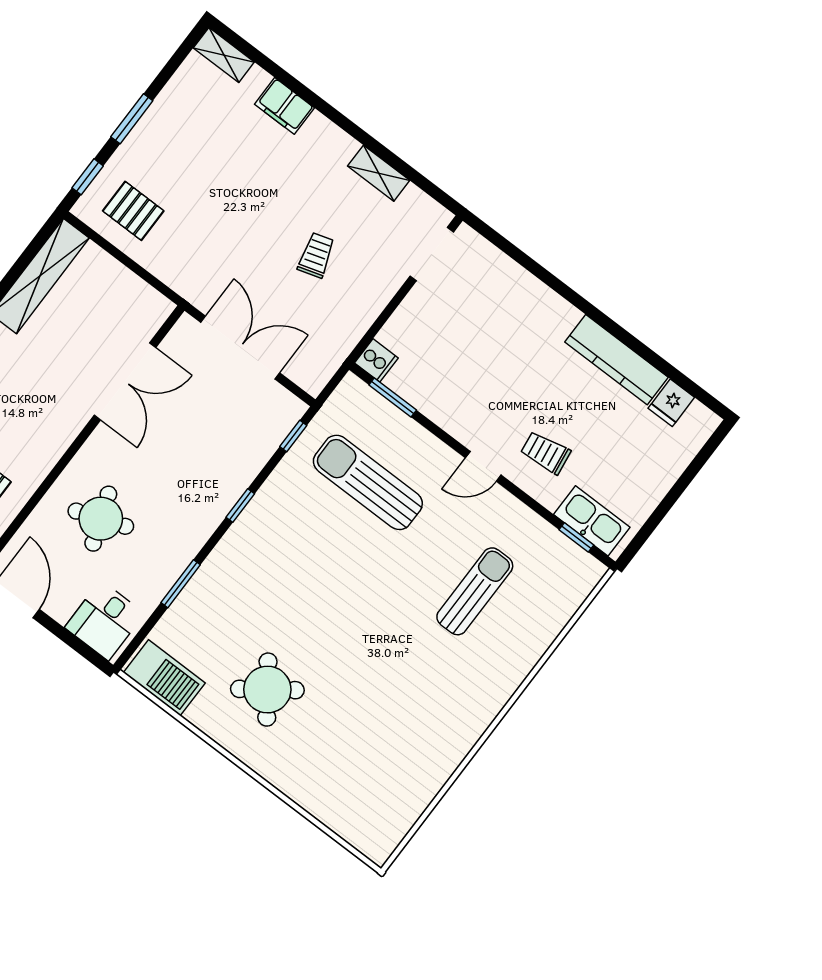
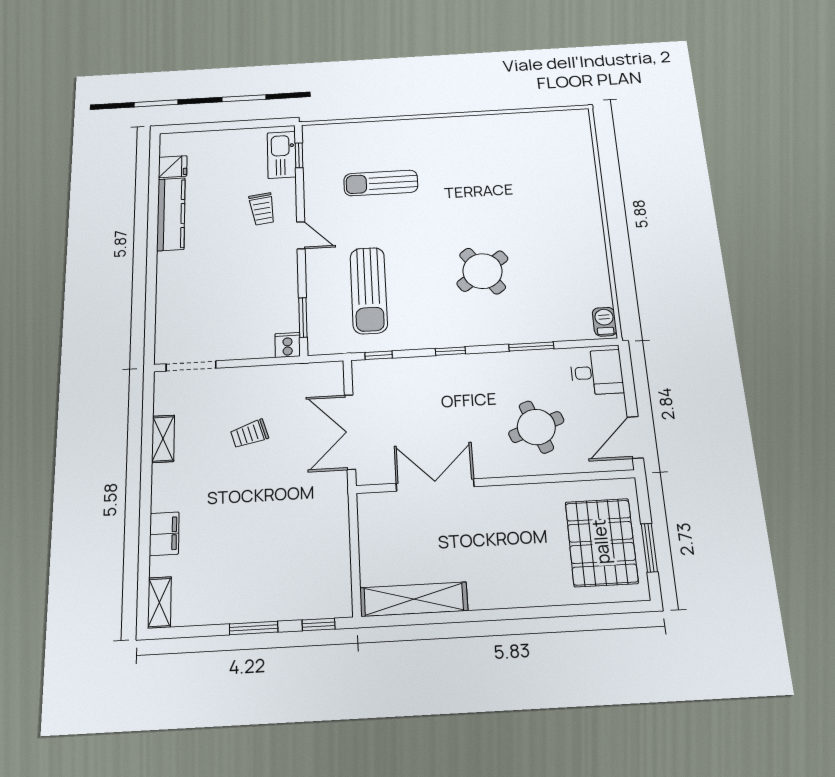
pallet: (133, 211) -> (317, 574), removed
barbecue: (164, 678) -> (605, 322), width x0.53, depth x0.65
round table: (267, 690) -> (483, 271), moved

